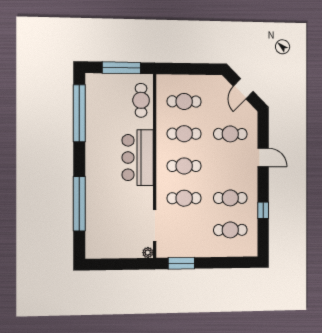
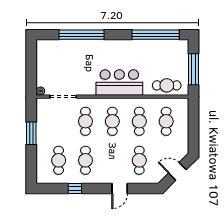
window: (181, 263) -> (31, 133), moved

